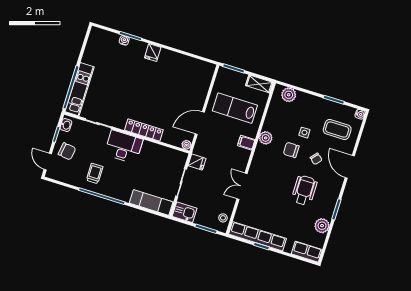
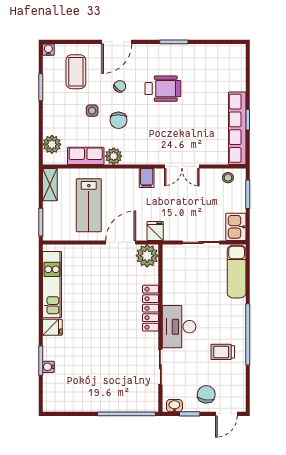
kitchen unit: (80, 89) -> (52, 285), moved, turned 90
door: (200, 123) -> (121, 242), swing flipped
filing cabinet: (246, 143) -> (147, 178), moved
plant: (186, 145) -> (147, 256), width x1.88, depth x1.88
fridge: (197, 162) -> (155, 231), moved
wheelchair: (304, 190) -> (163, 89), turned 180
plant: (322, 226) -> (199, 53), removed
row of seats: (307, 252) -> (86, 156), moved, turned 90

